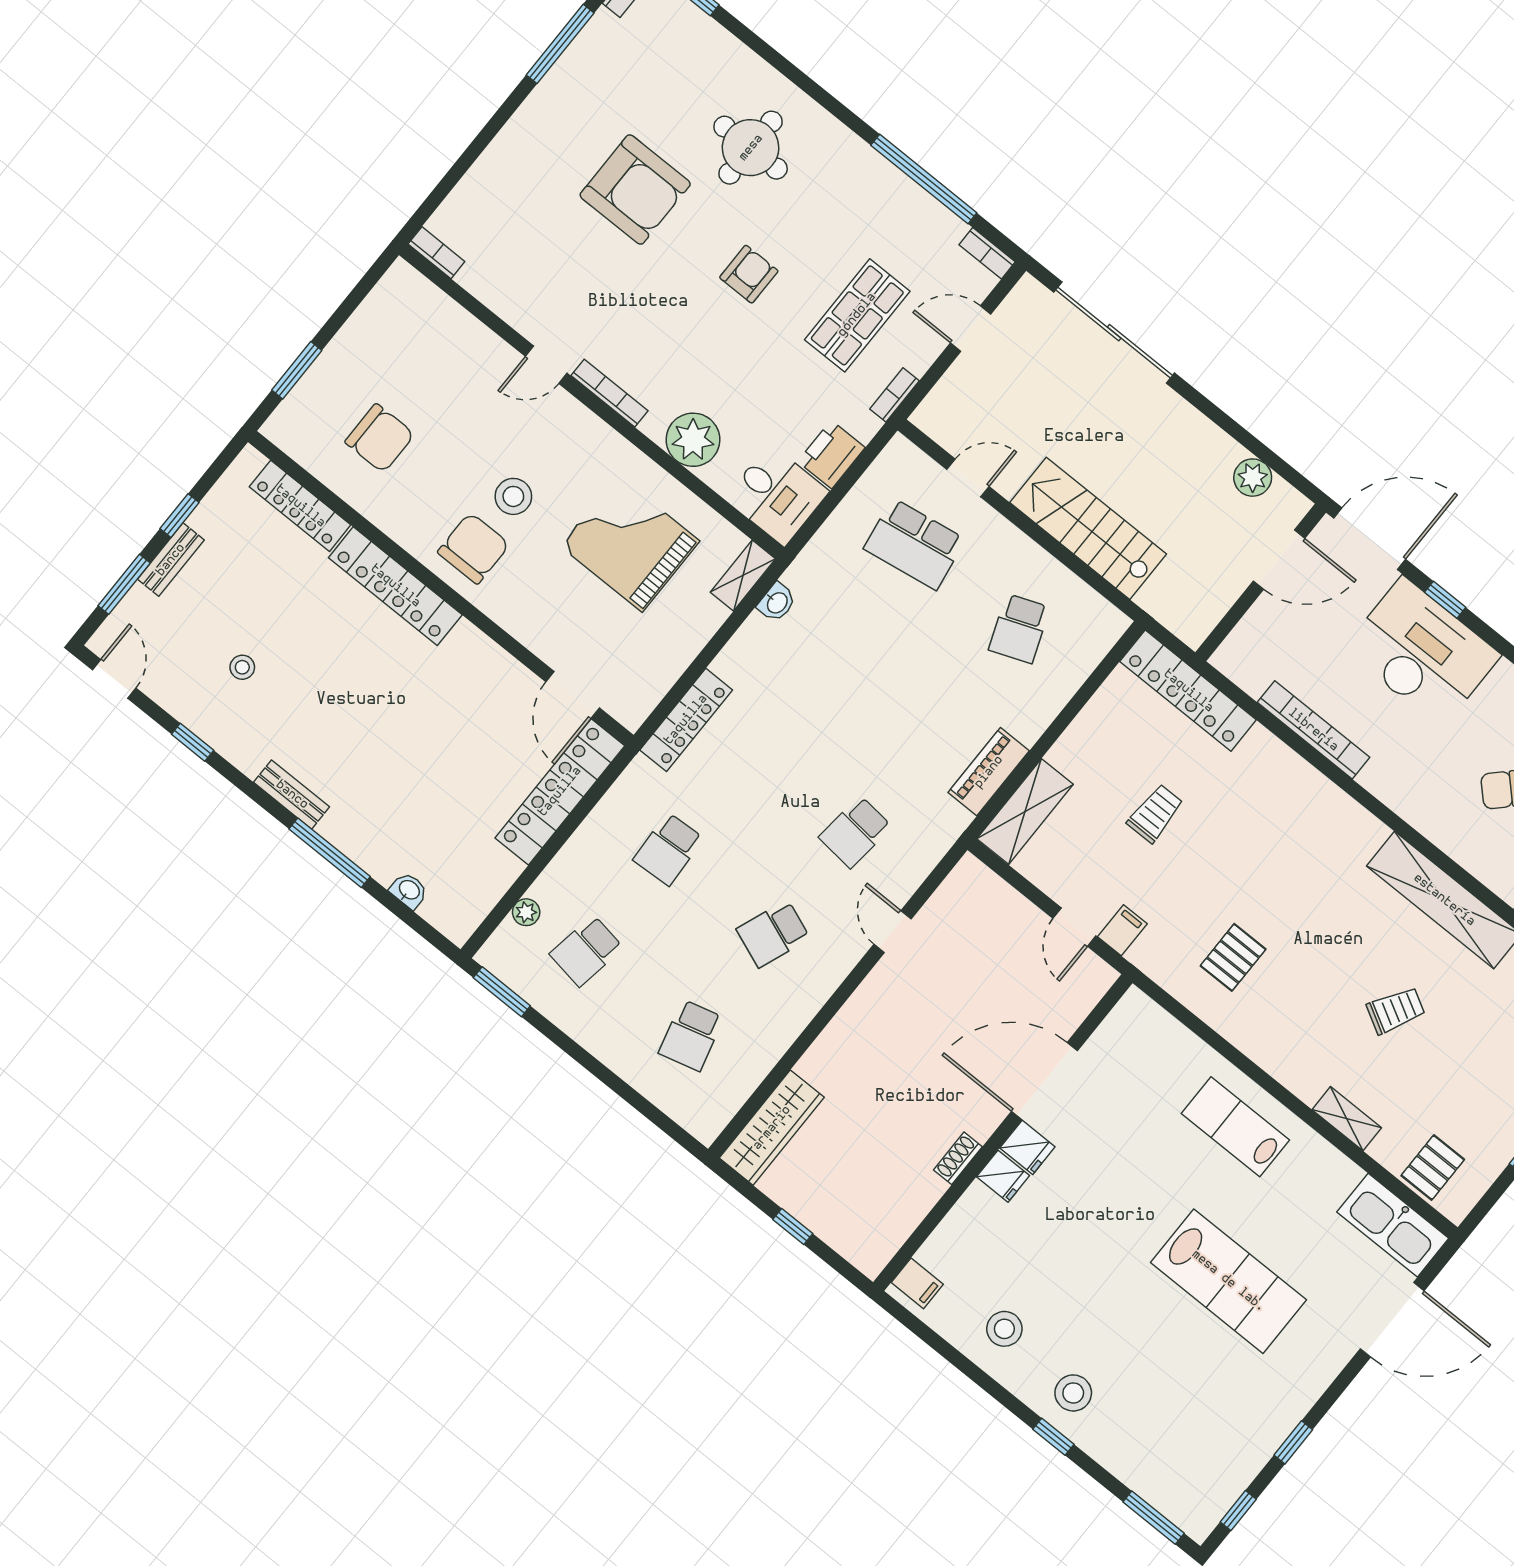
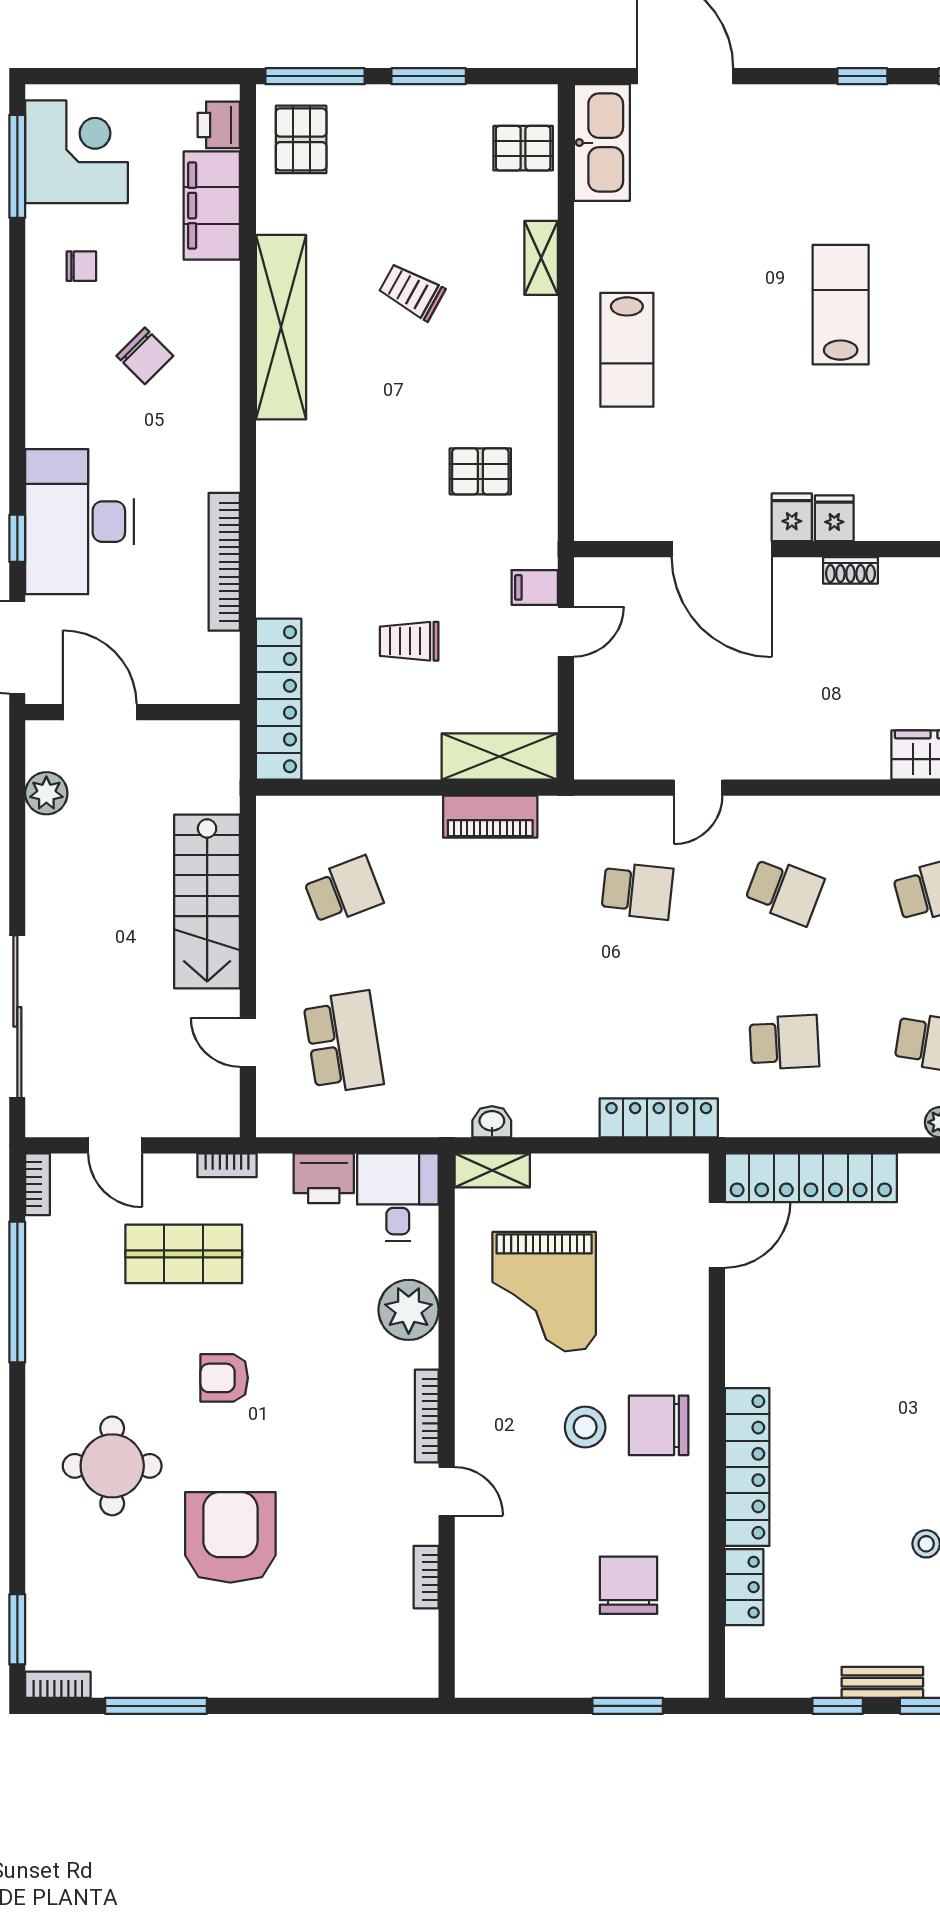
bookcase: (436, 253) -> (426, 1577), moved
locker: (300, 506) -> (744, 1587), width x0.66
lab bench: (1228, 1281) -> (841, 305), moved, width x0.73, depth x0.72

